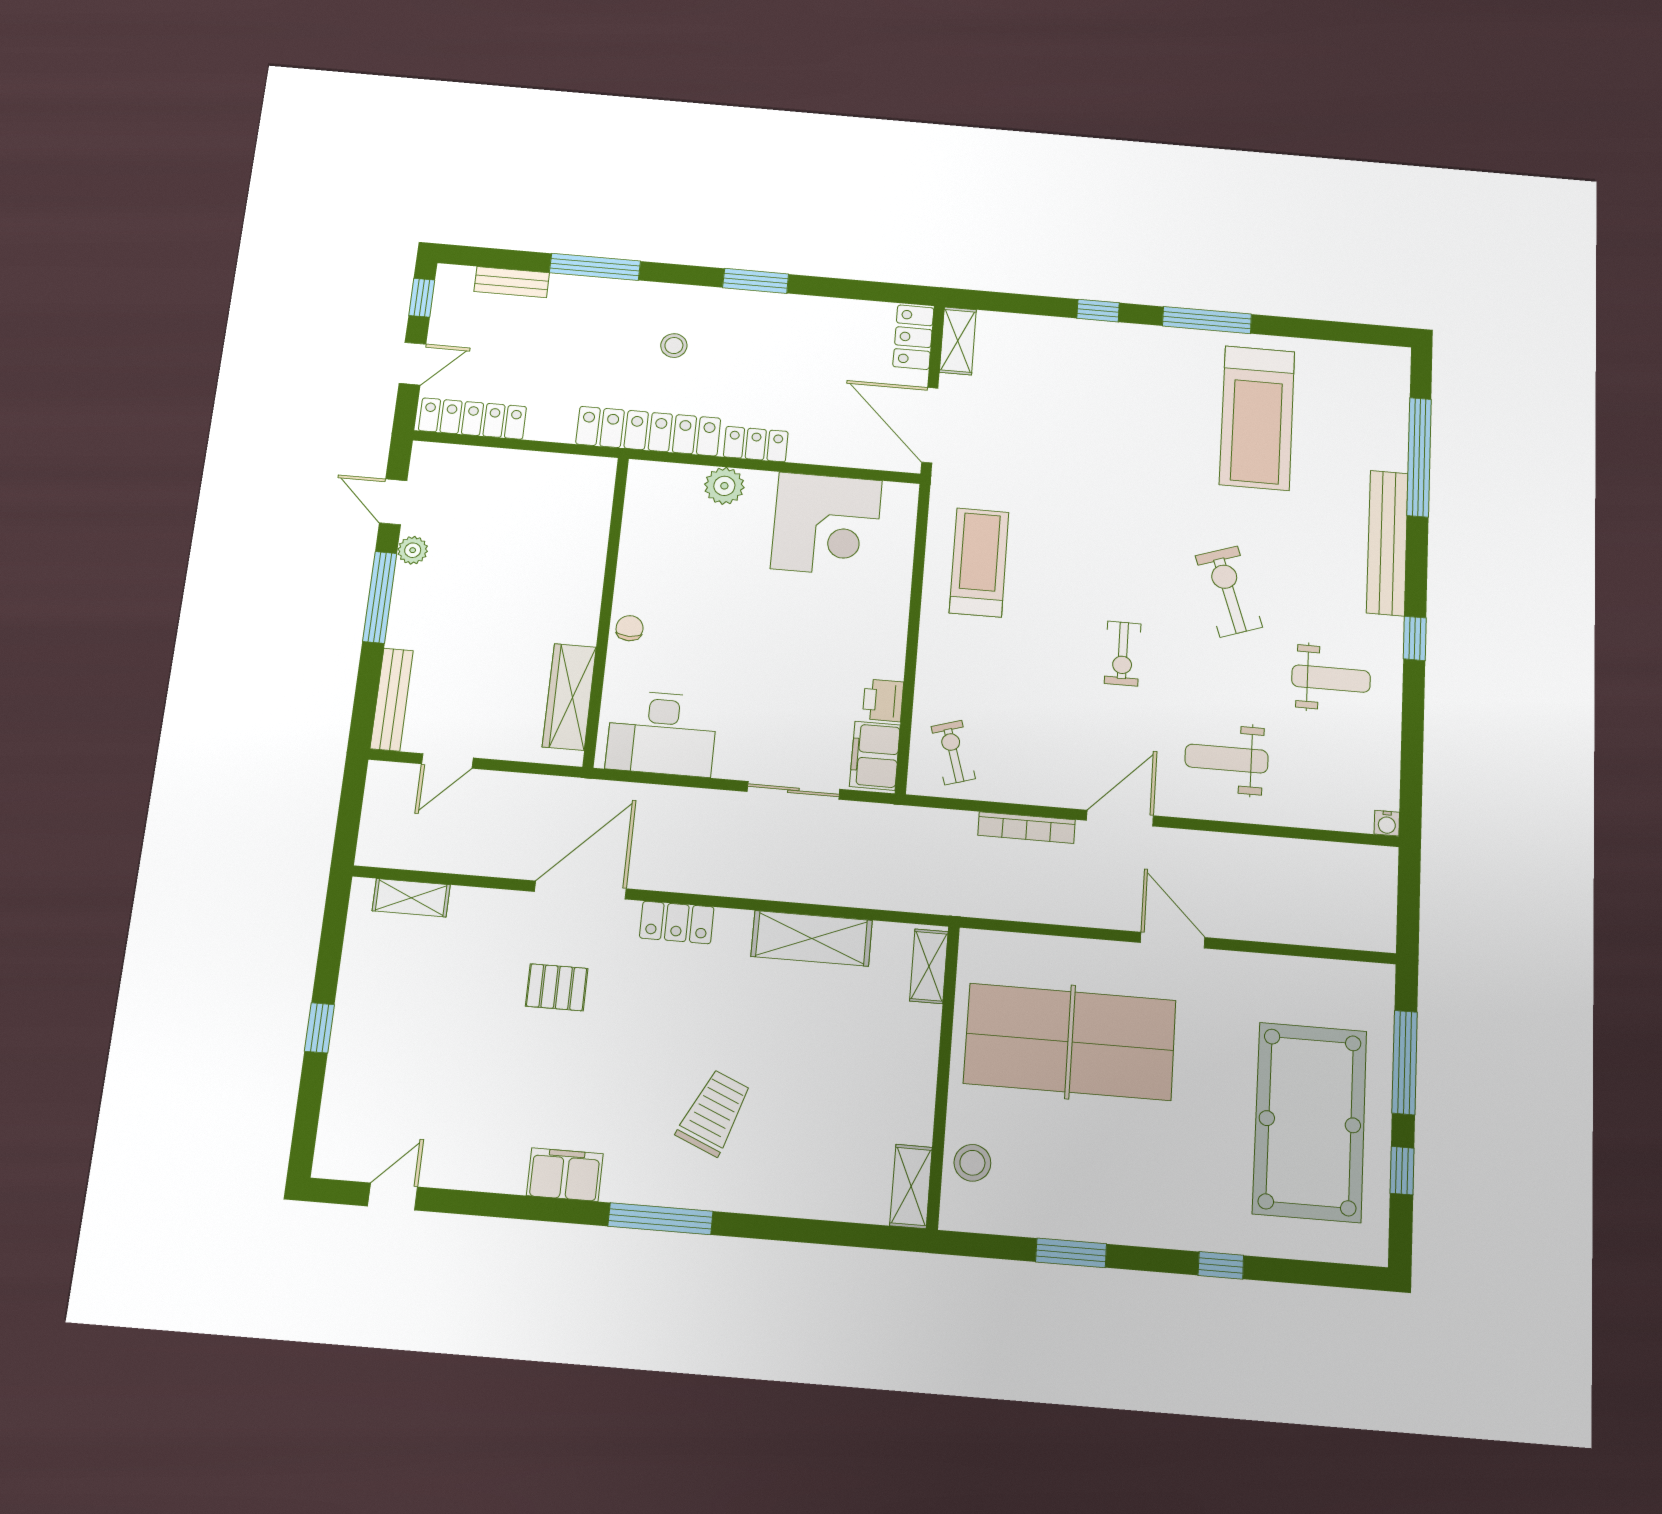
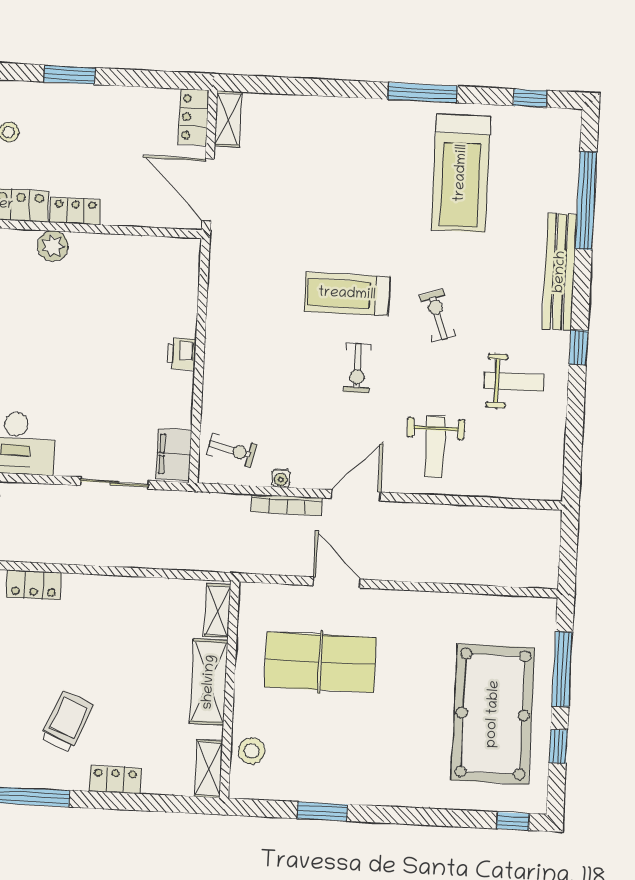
window: (1098, 311) -> (530, 98), moved
corner desk: (826, 524) -> (132, 274), removed
treadmill: (979, 562) -> (347, 294), moved, turned -90
exercise bike: (1229, 591) -> (438, 316), width x0.73, depth x0.72
printer: (883, 700) -> (181, 354), moved
exercise bike: (953, 753) -> (232, 450), turned 120
weight bench: (1226, 759) -> (435, 447), turned -90
water cooler: (1387, 823) -> (281, 478), moved
shelving: (812, 938) -> (209, 682), moved, turned 90
door: (1173, 940) -> (336, 582), moved
table tennis table: (1070, 1042) -> (320, 662), width x0.73, depth x0.76
locker: (779, 1198) -> (115, 780), added
window: (1221, 1265) -> (513, 821), moved

